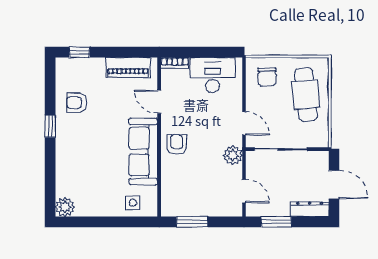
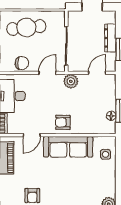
chair: (267, 77) -> (22, 63), moved
dresser: (310, 209) -> (110, 38), moved
floor lamp: (186, 210) -> (111, 116), added

